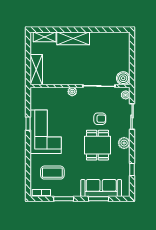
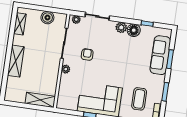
shelving: (45, 37) -> (20, 24), moved
boiler: (123, 78) -> (47, 18), moved
armchair: (100, 119) -> (87, 55), moved
dining table: (97, 145) -> (120, 53), removed
floor lamp: (123, 156) -> (134, 30), added

